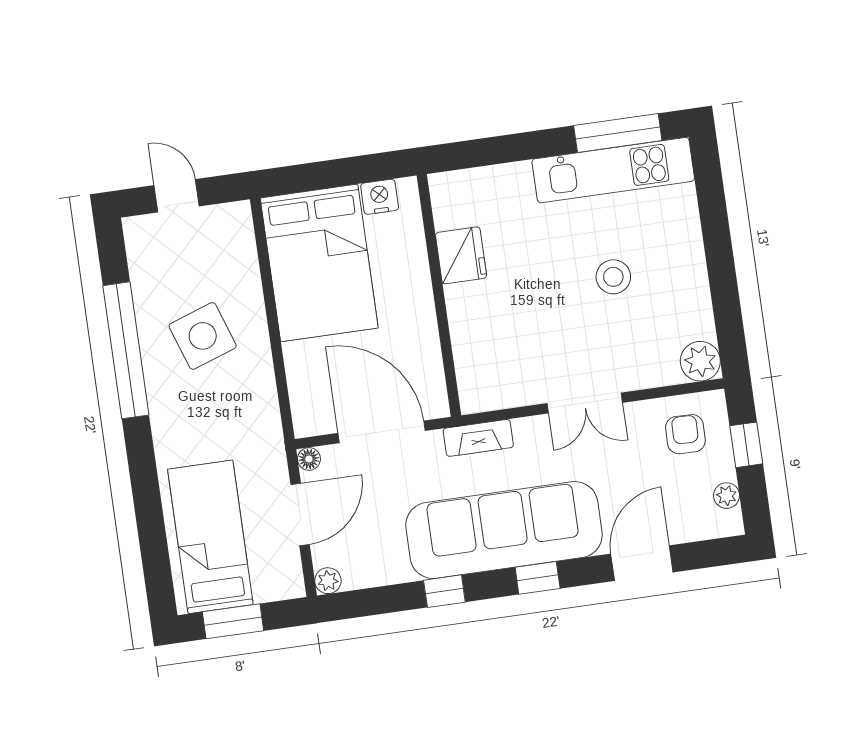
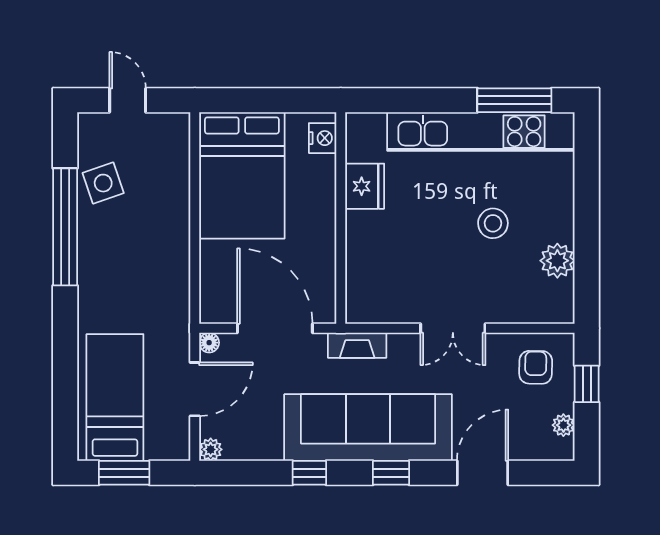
kitchen unit: (613, 170) -> (481, 132), width x1.36
nightstand: (380, 197) -> (323, 138), moved, turned 90
side table: (203, 336) -> (103, 183), moved, width x0.73, depth x0.73
plant: (700, 361) -> (557, 261), moved

